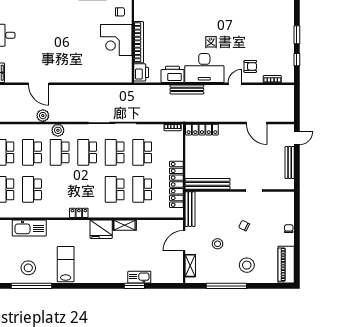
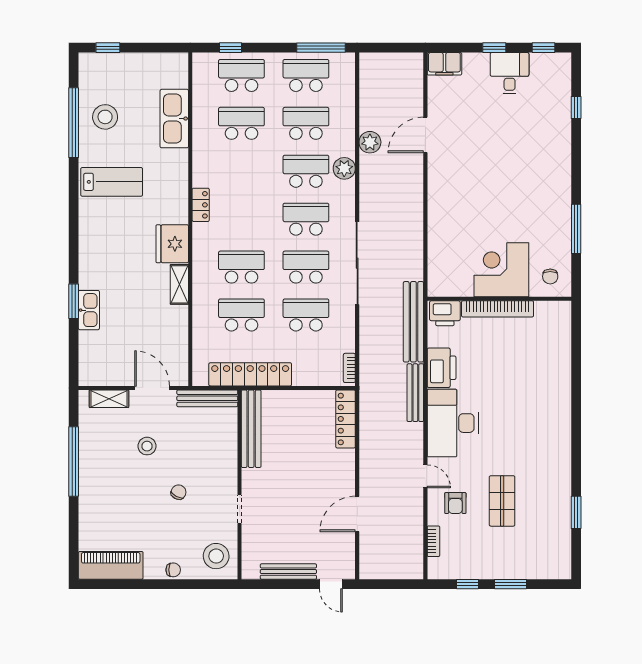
shop shelf: (249, 40) -> (502, 501), added
bench: (146, 91) -> (413, 322), added
stool: (247, 265) -> (216, 556), moved

